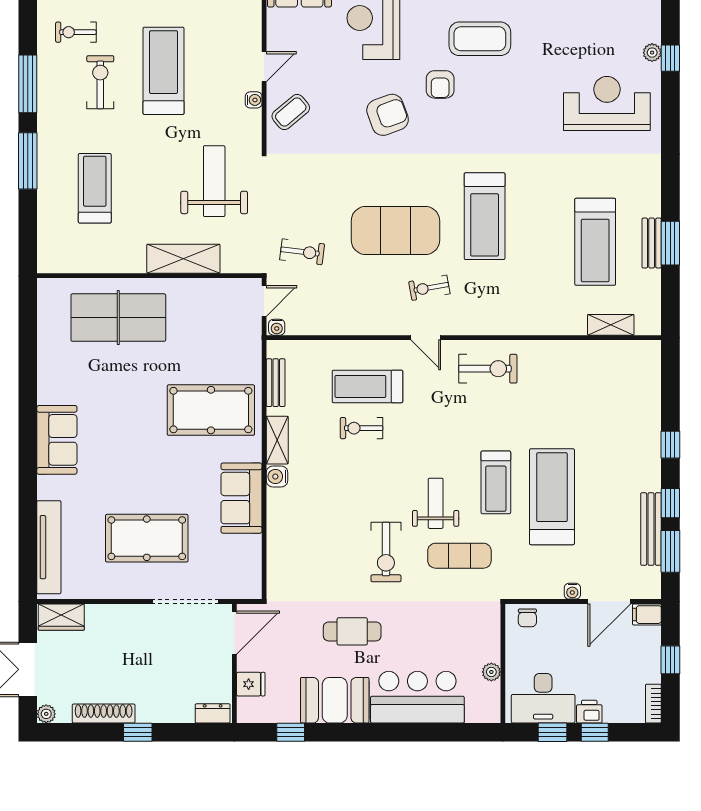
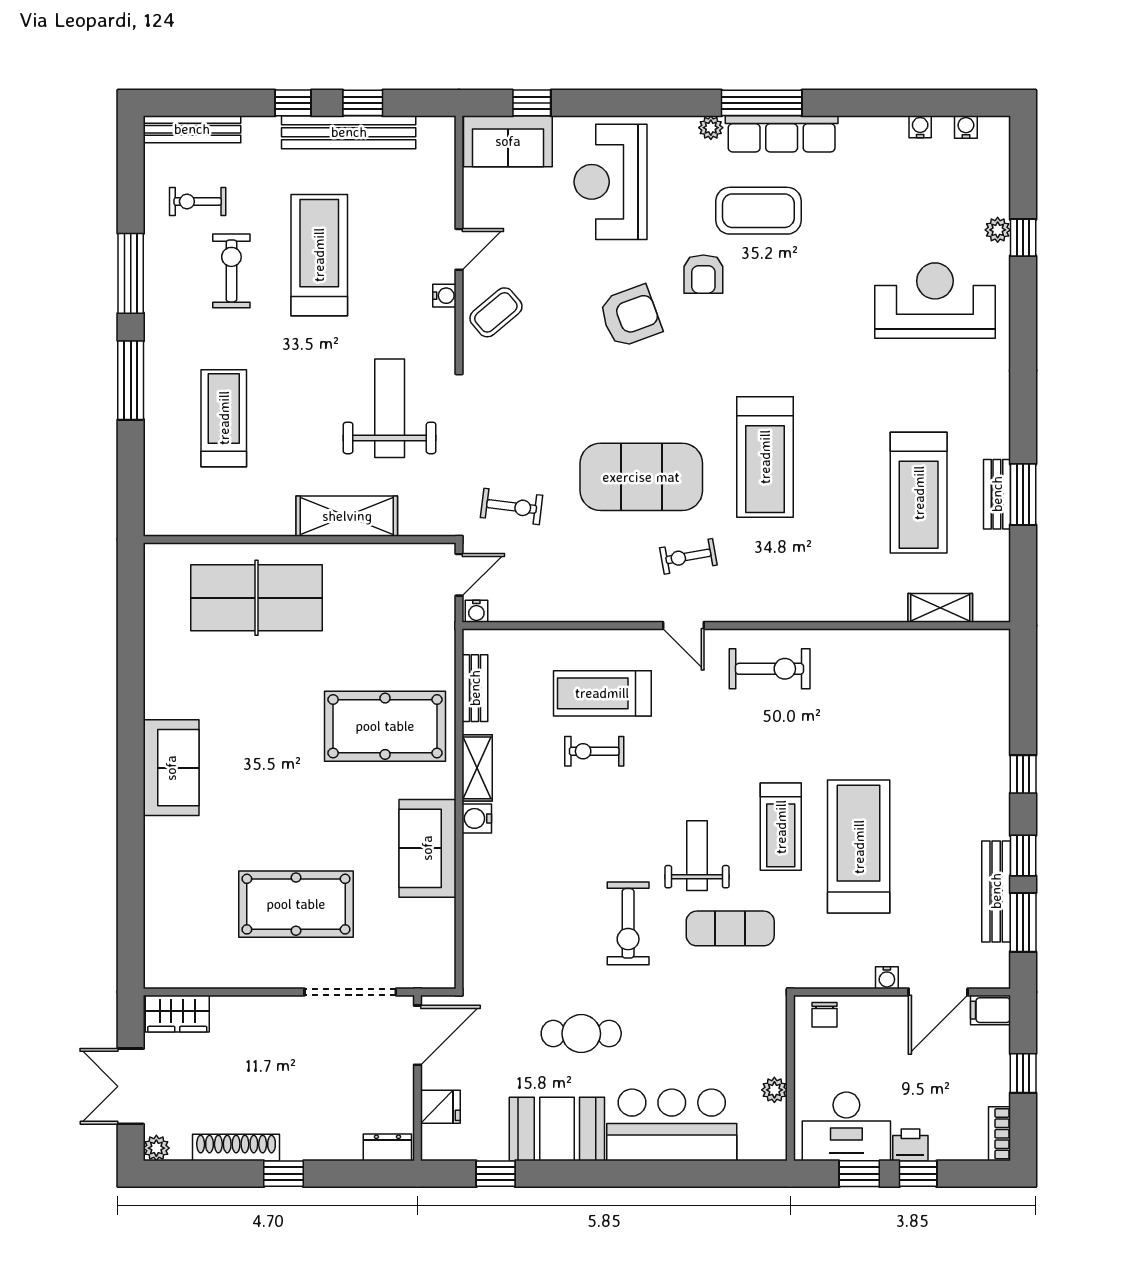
tv unit: (49, 547) -> (160, 917), removed

